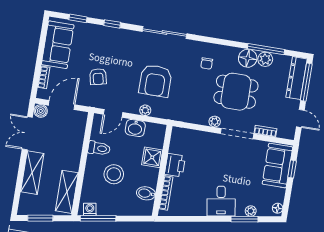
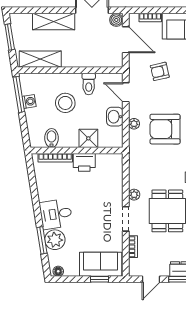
doorway: (237, 134) -> (126, 219), width x0.73
washing machine: (90, 209) -> (29, 101), moved
plant: (251, 211) -> (55, 240), width x1.88, depth x1.88

